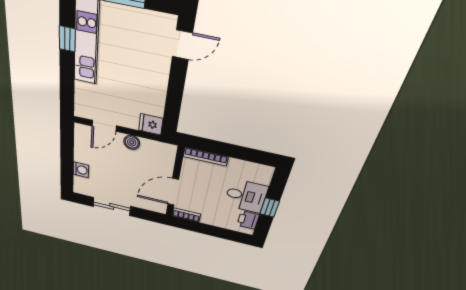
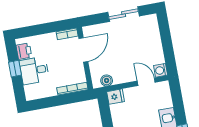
door: (104, 126) -> (146, 82), hinge flipped
boiler: (132, 142) -> (107, 81), moved
washing machine: (81, 170) -> (161, 70), moved

